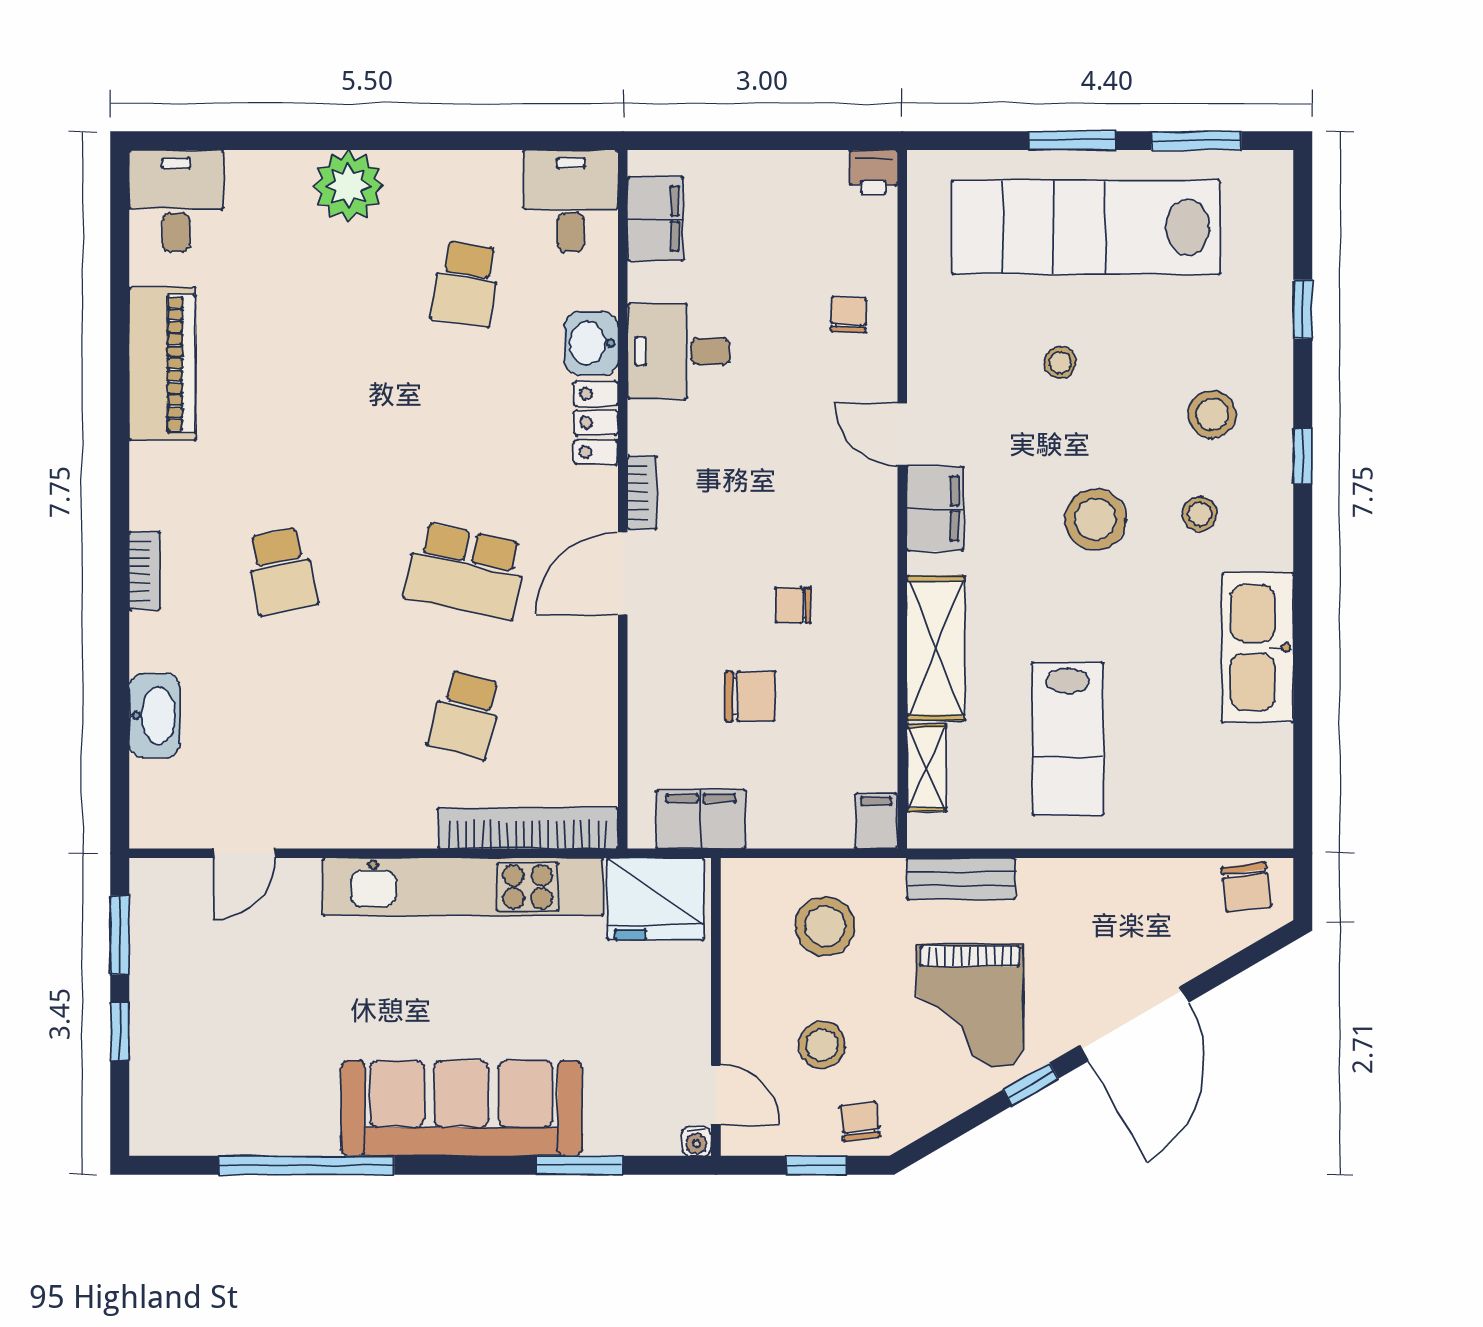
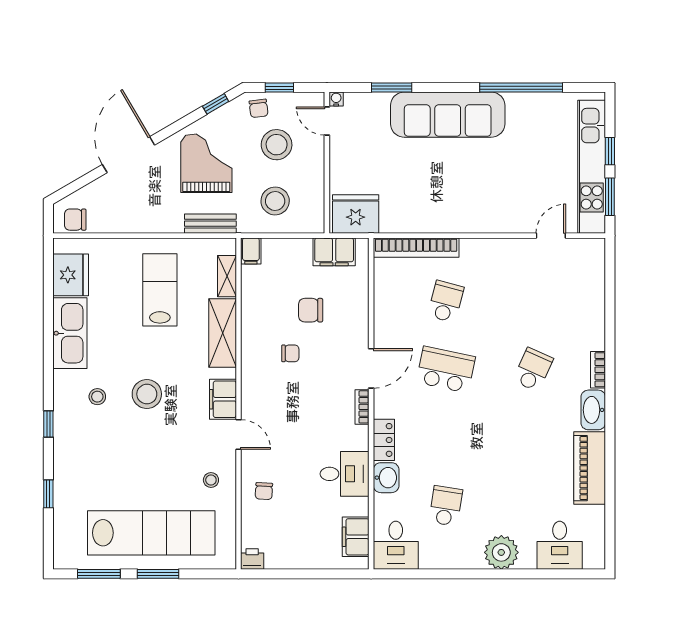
desk: (176, 201) -> (560, 545), moved
stool: (1060, 362) -> (211, 480), moved
stool: (1212, 414) -> (91, 444), removed
school desk: (281, 571) -> (533, 370), turned 36
washbasin: (155, 716) -> (593, 410), moved
fridge: (1256, 770) -> (71, 275), added
kitchen unit: (463, 887) -> (592, 167), moved, turned -90
chair: (1246, 887) -> (75, 220), turned -83
stool: (822, 1045) -> (277, 145), width x1.38, depth x1.38
window: (1031, 1084) -> (216, 104), moved

